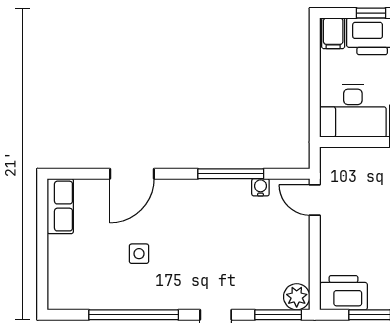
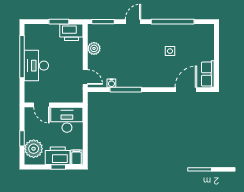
door: (132, 174) -> (186, 90), moved
plant: (297, 297) -> (94, 48), moved

